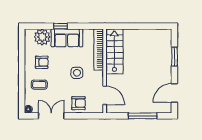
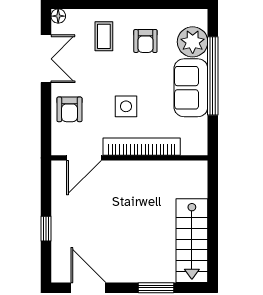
window: (61, 26) -> (213, 76), width x3.17
bookcase: (99, 49) -> (142, 147), moved
stairs: (114, 51) -> (192, 241), moved, turned 90
window: (143, 116) -> (46, 229), width x0.46

